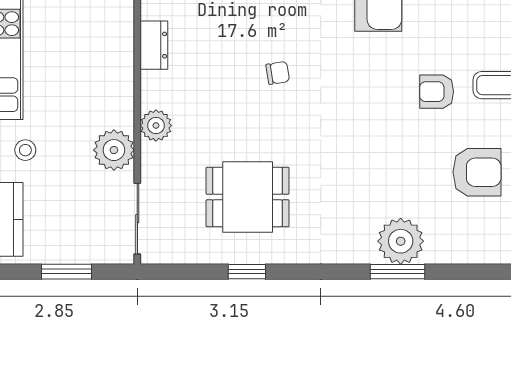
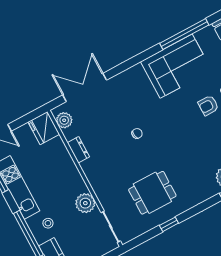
plant: (156, 125) -> (98, 183), removed

